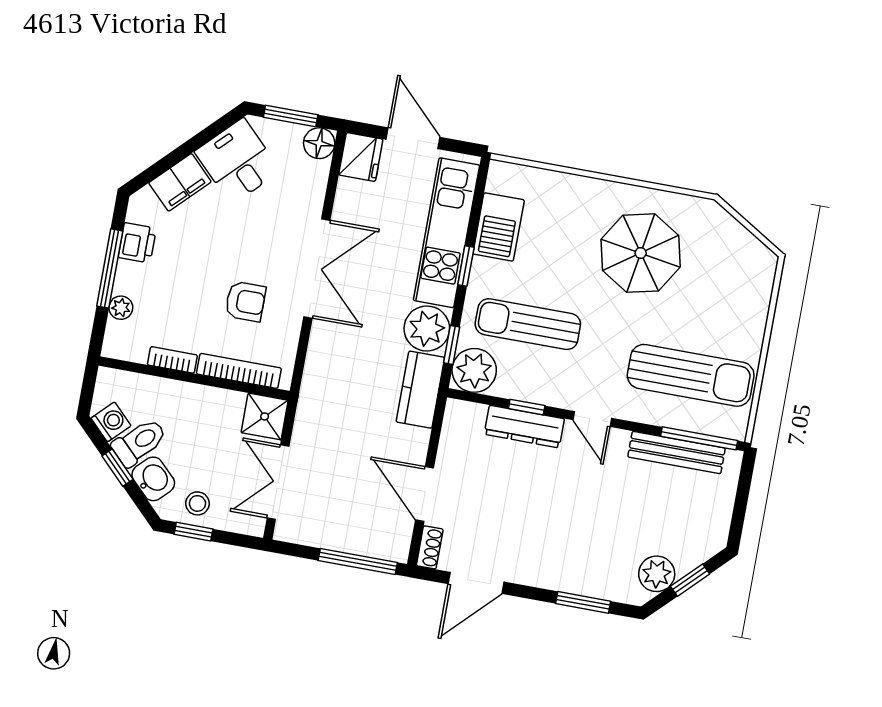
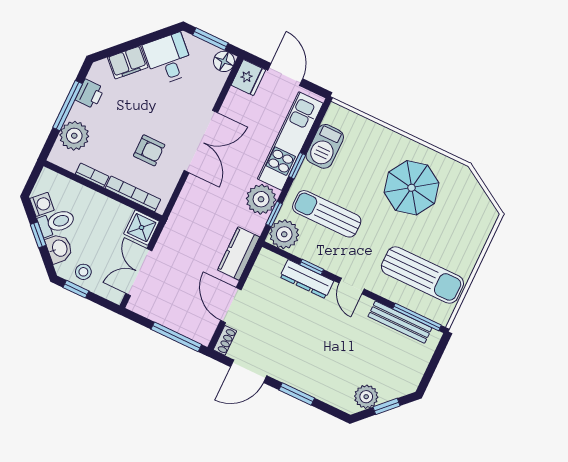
plant: (121, 308) -> (74, 136), width x1.88, depth x1.88
kitchen counter: (420, 390) -> (239, 253), moved
window: (583, 602) -> (297, 394), moved

